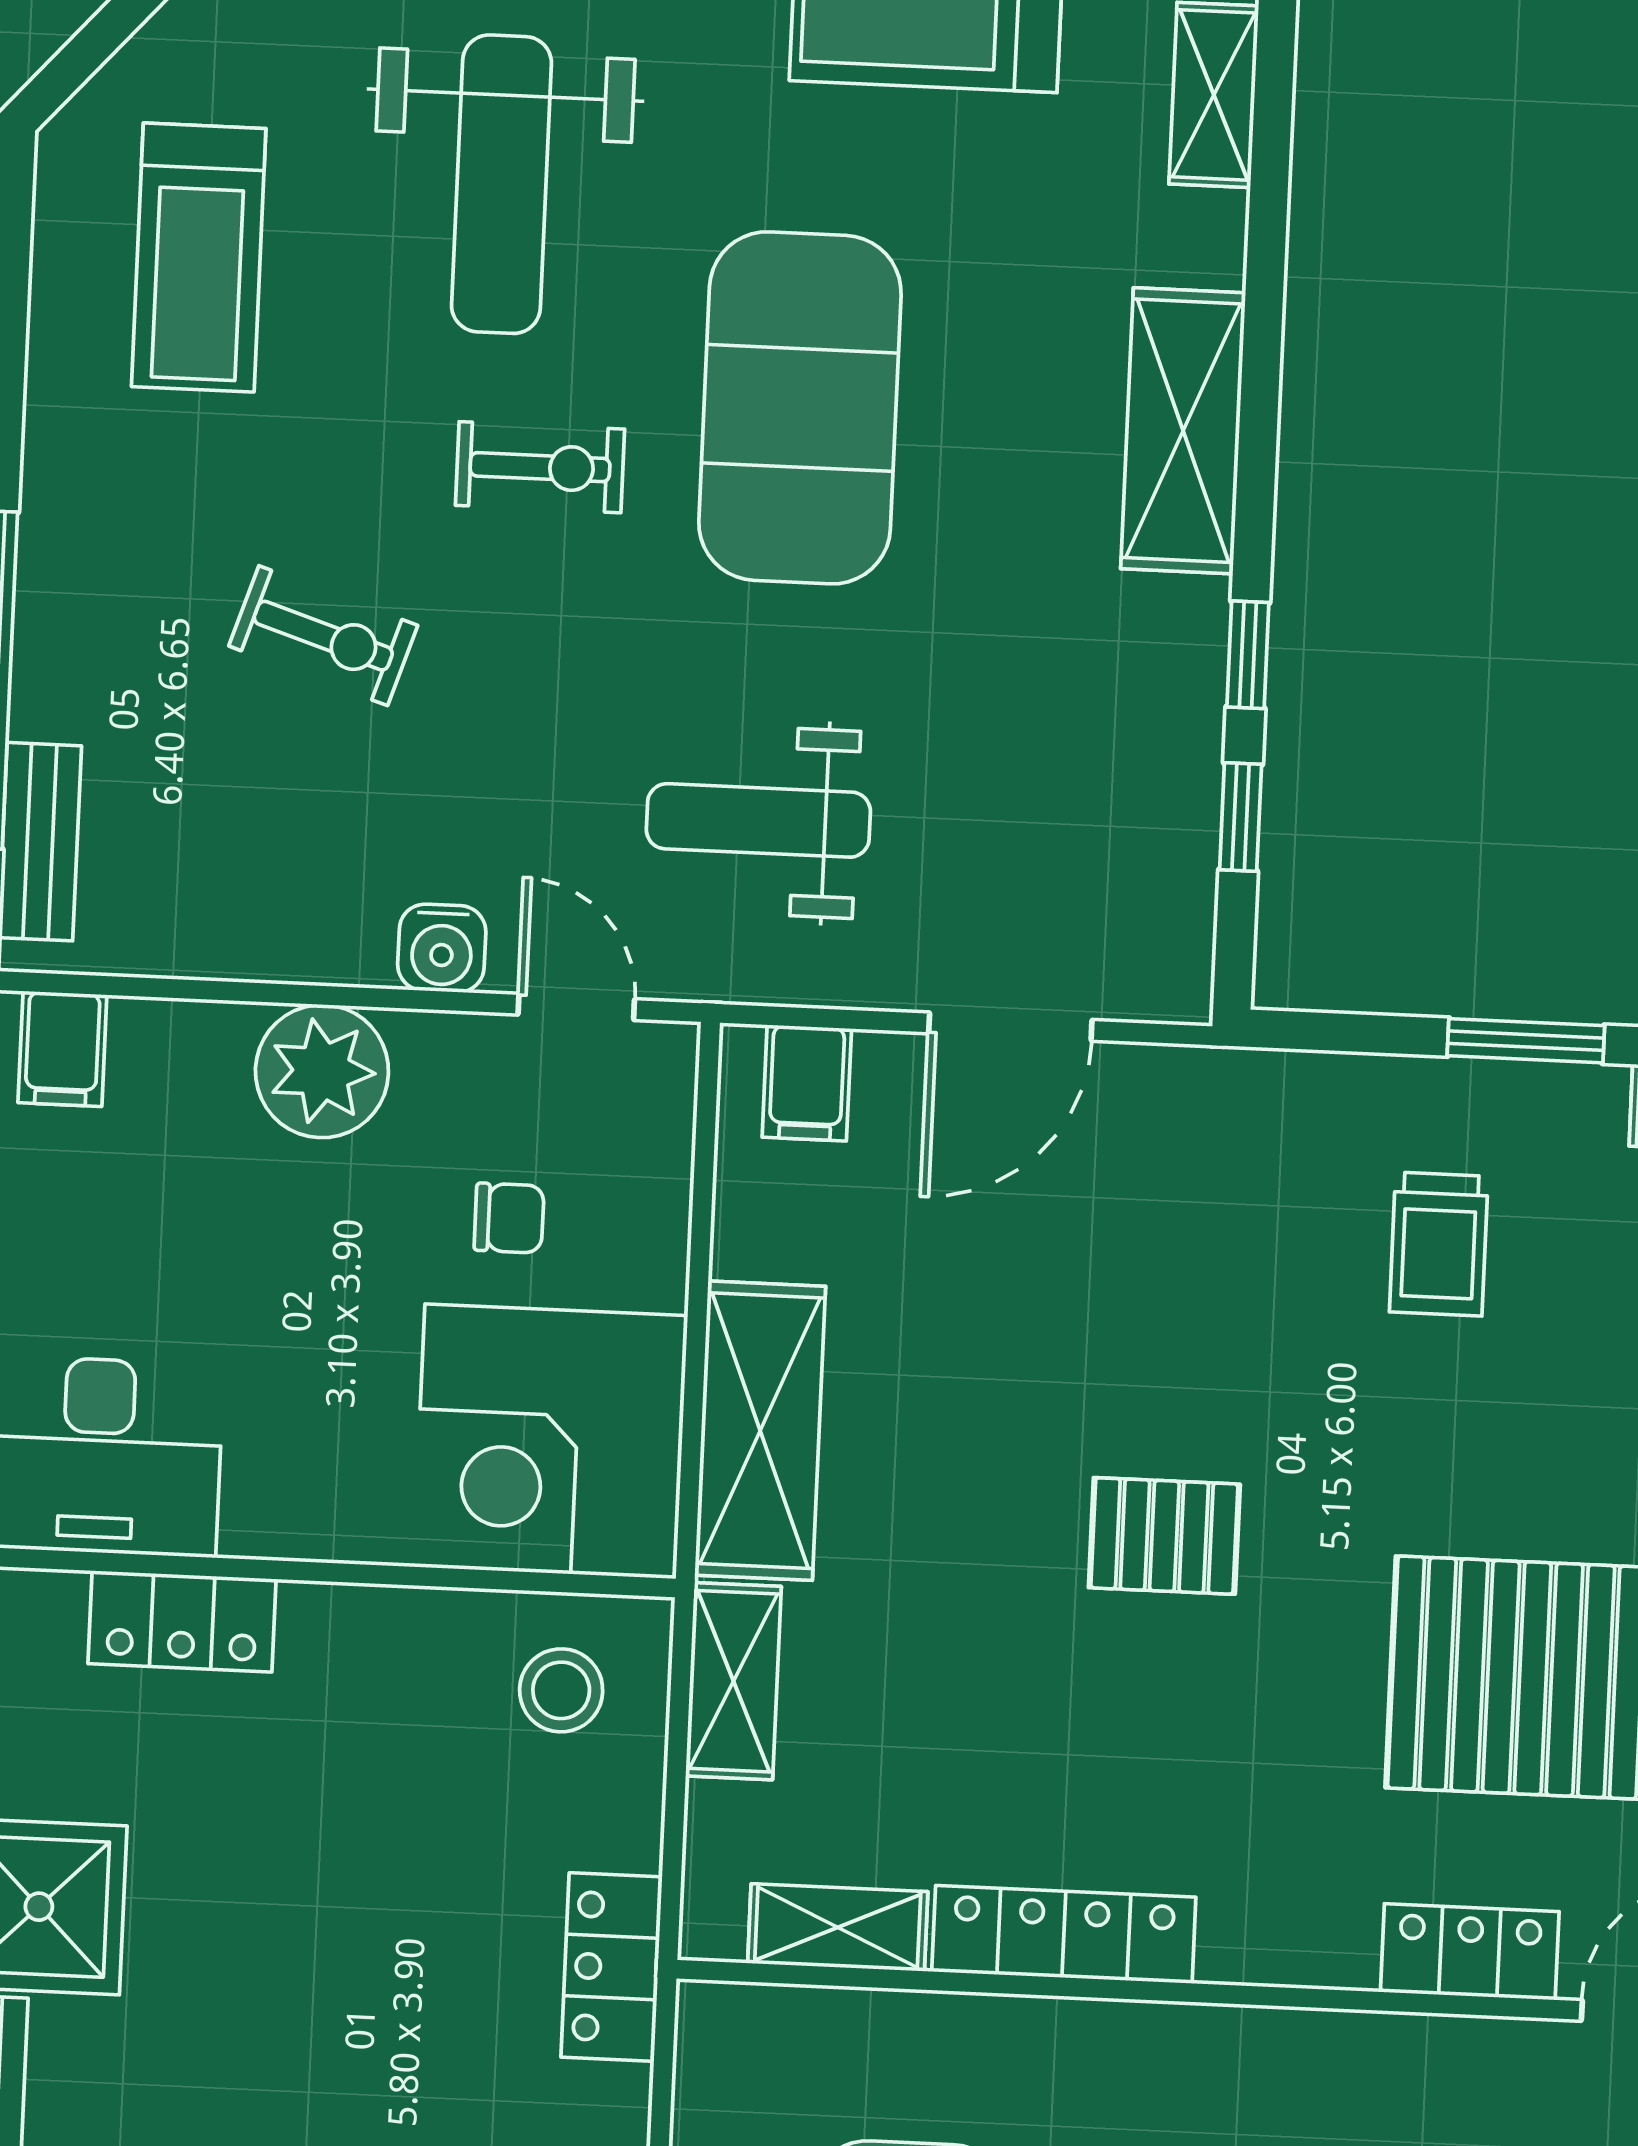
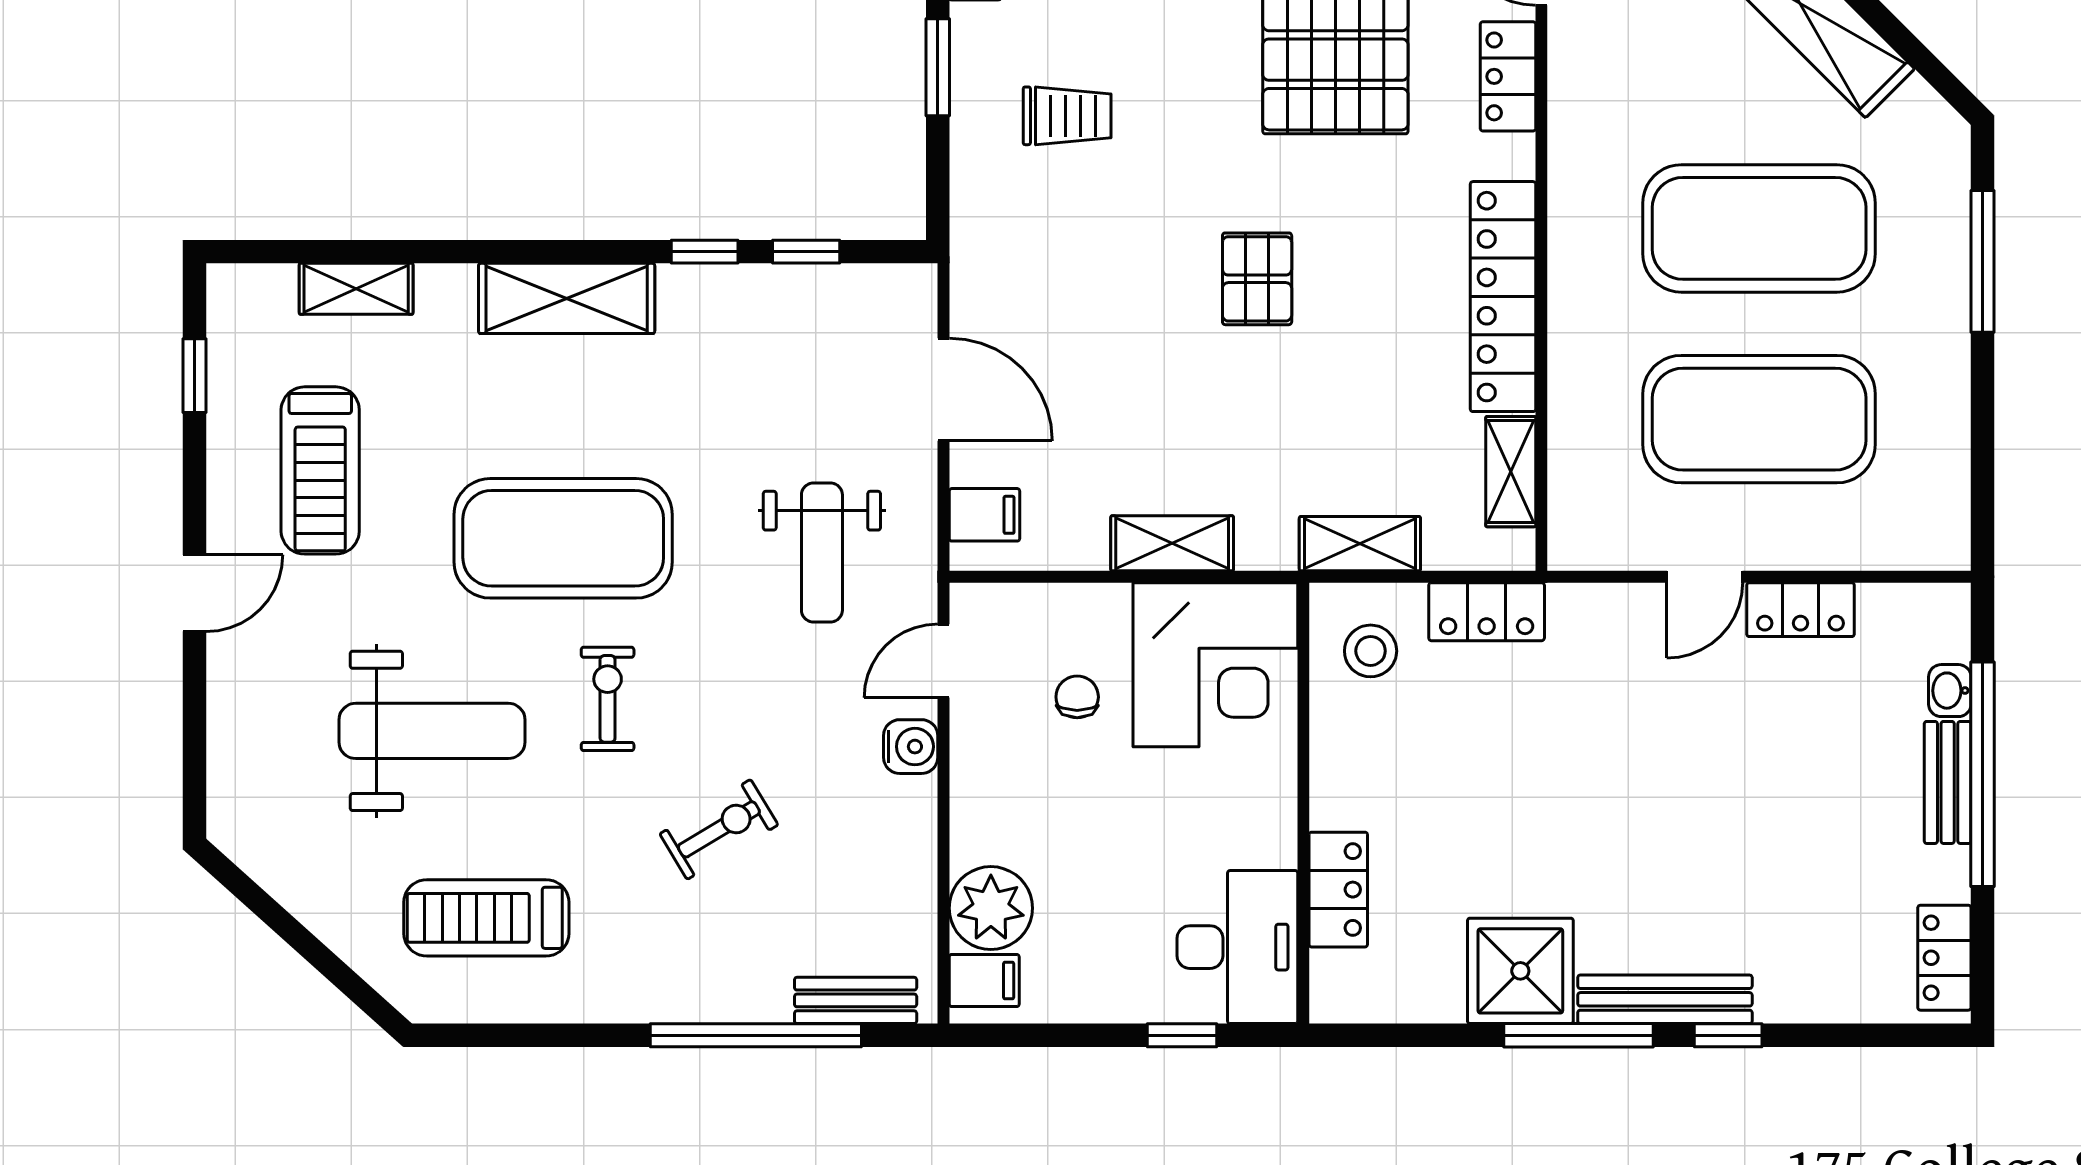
treadmill: (199, 258) -> (486, 918), turned 180
exercise bike: (323, 636) -> (719, 829), turned 41
plant: (322, 1071) -> (991, 908), moved
shelving: (760, 1431) -> (1172, 543), width x0.67, depth x0.75
locker: (1064, 1934) -> (1503, 297), width x1.41, depth x1.21
locker: (612, 1967) -> (1487, 612), moved

